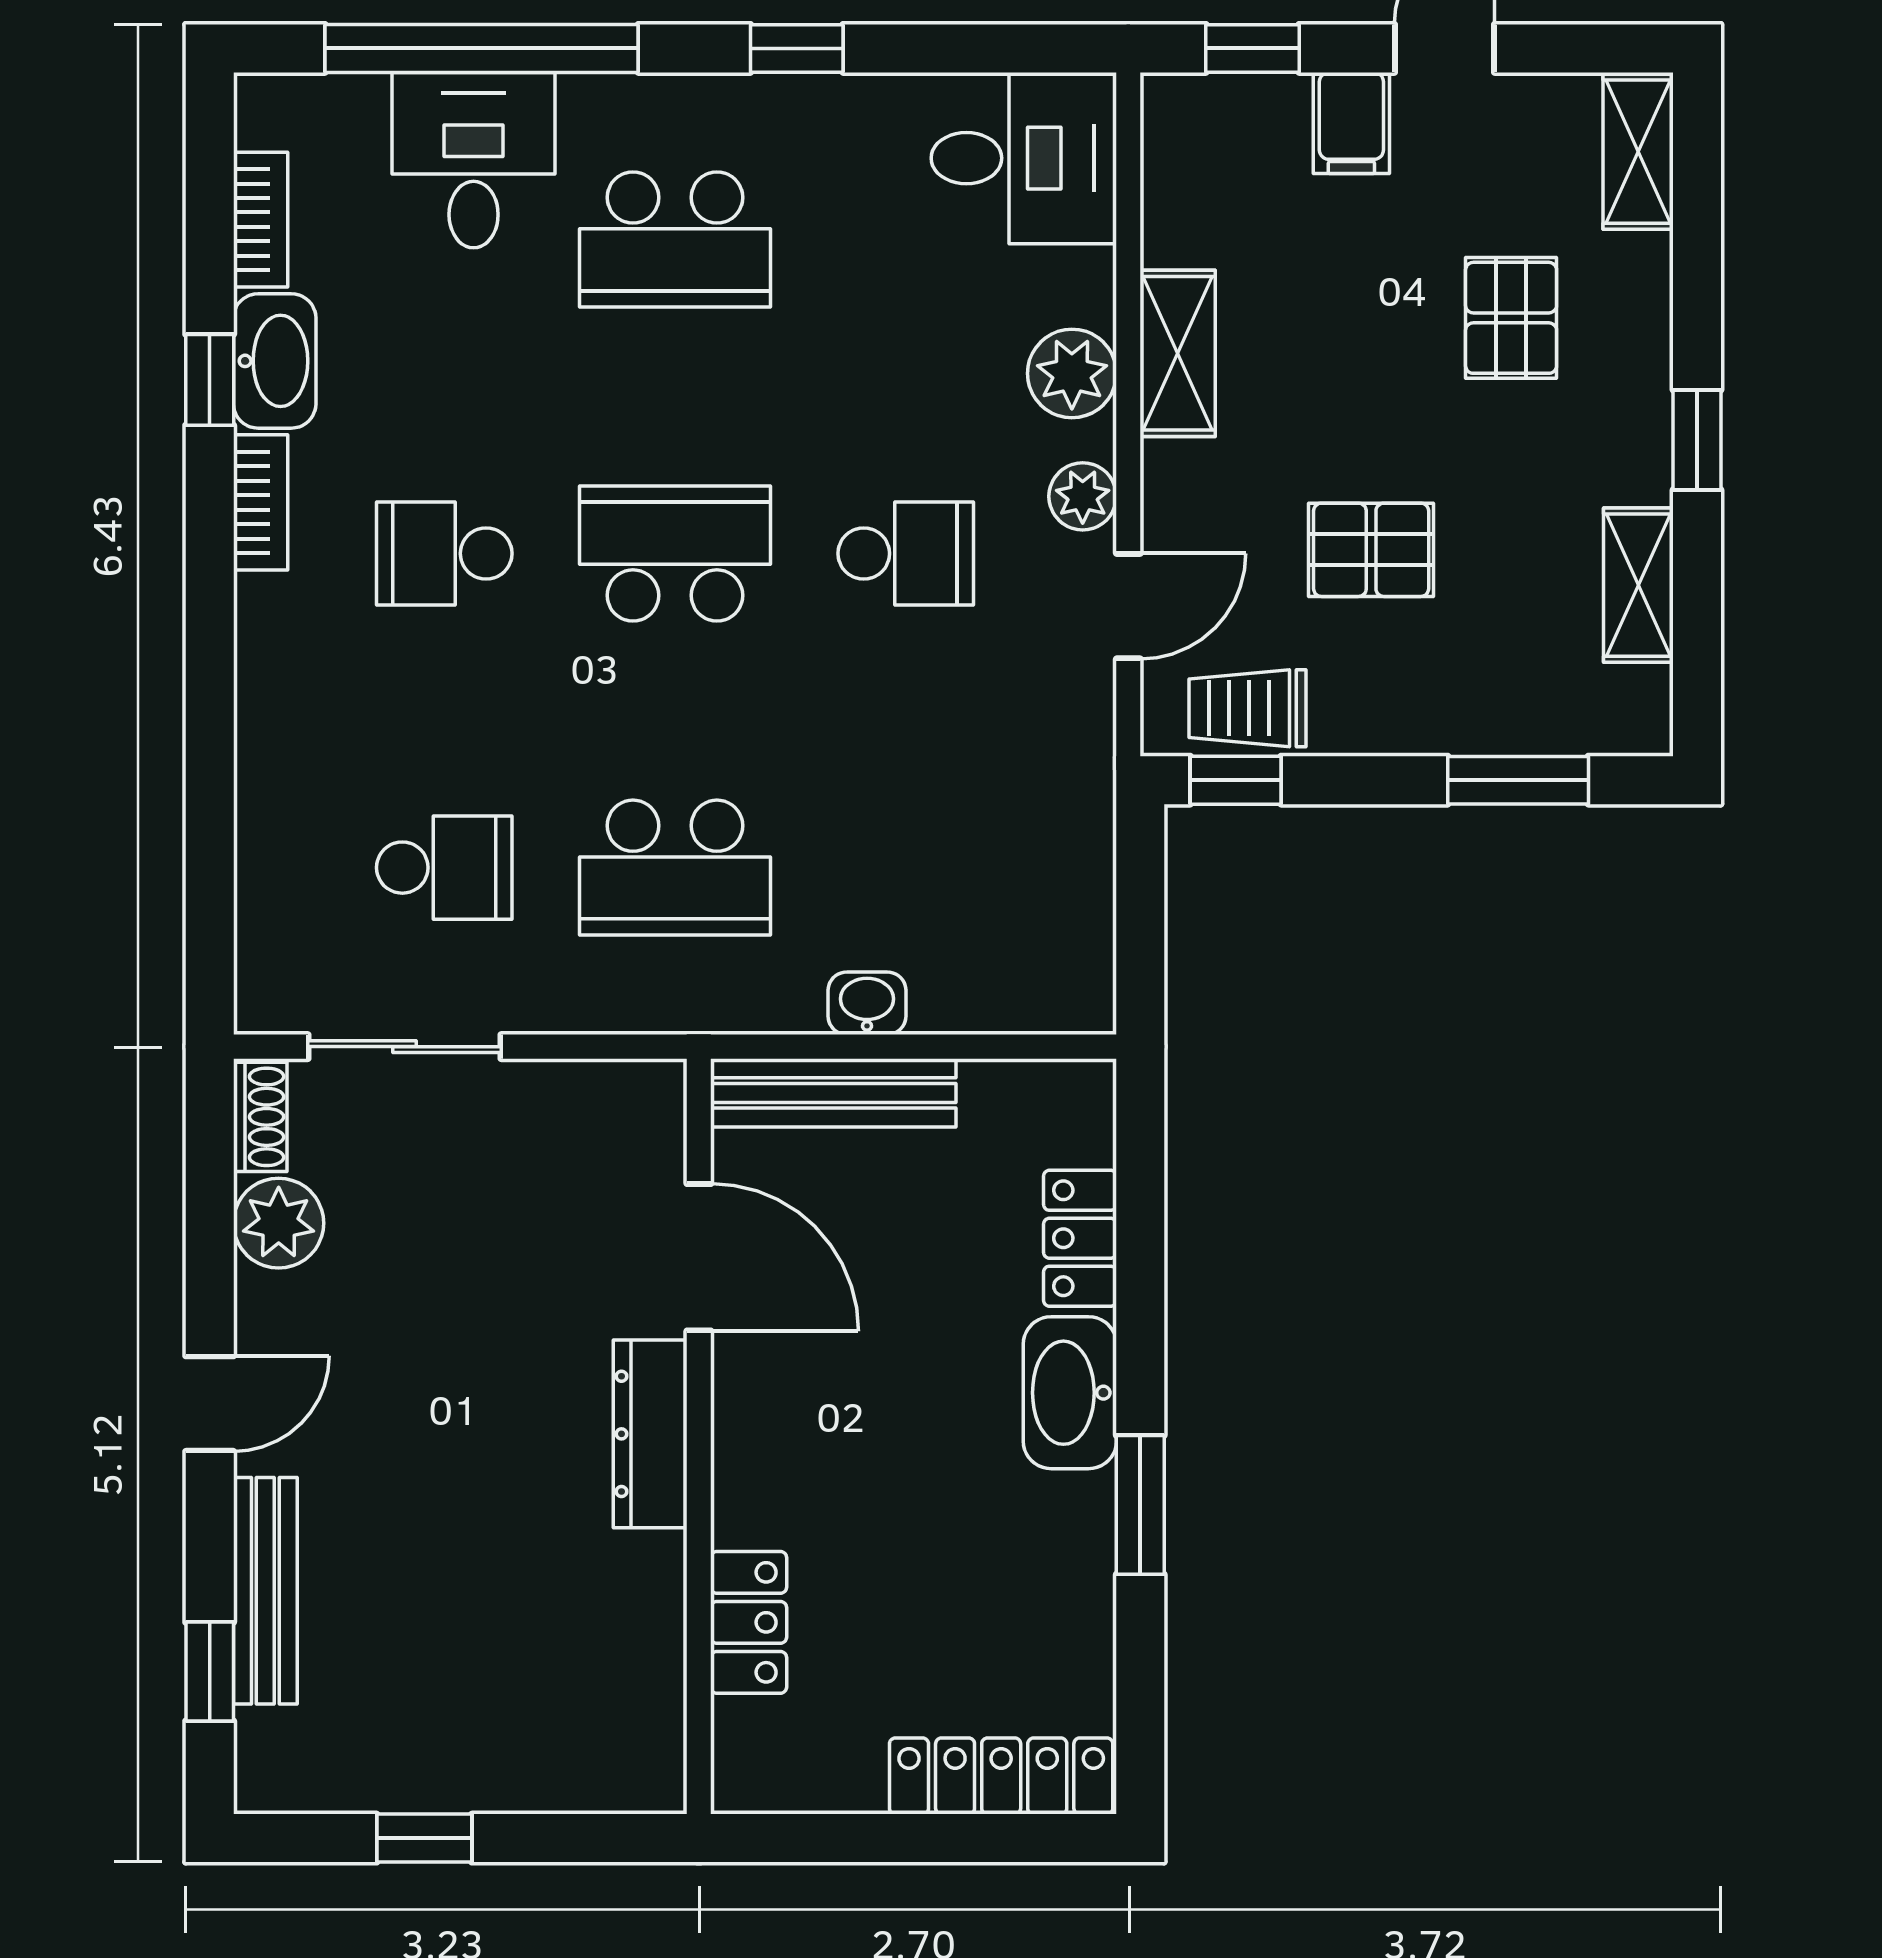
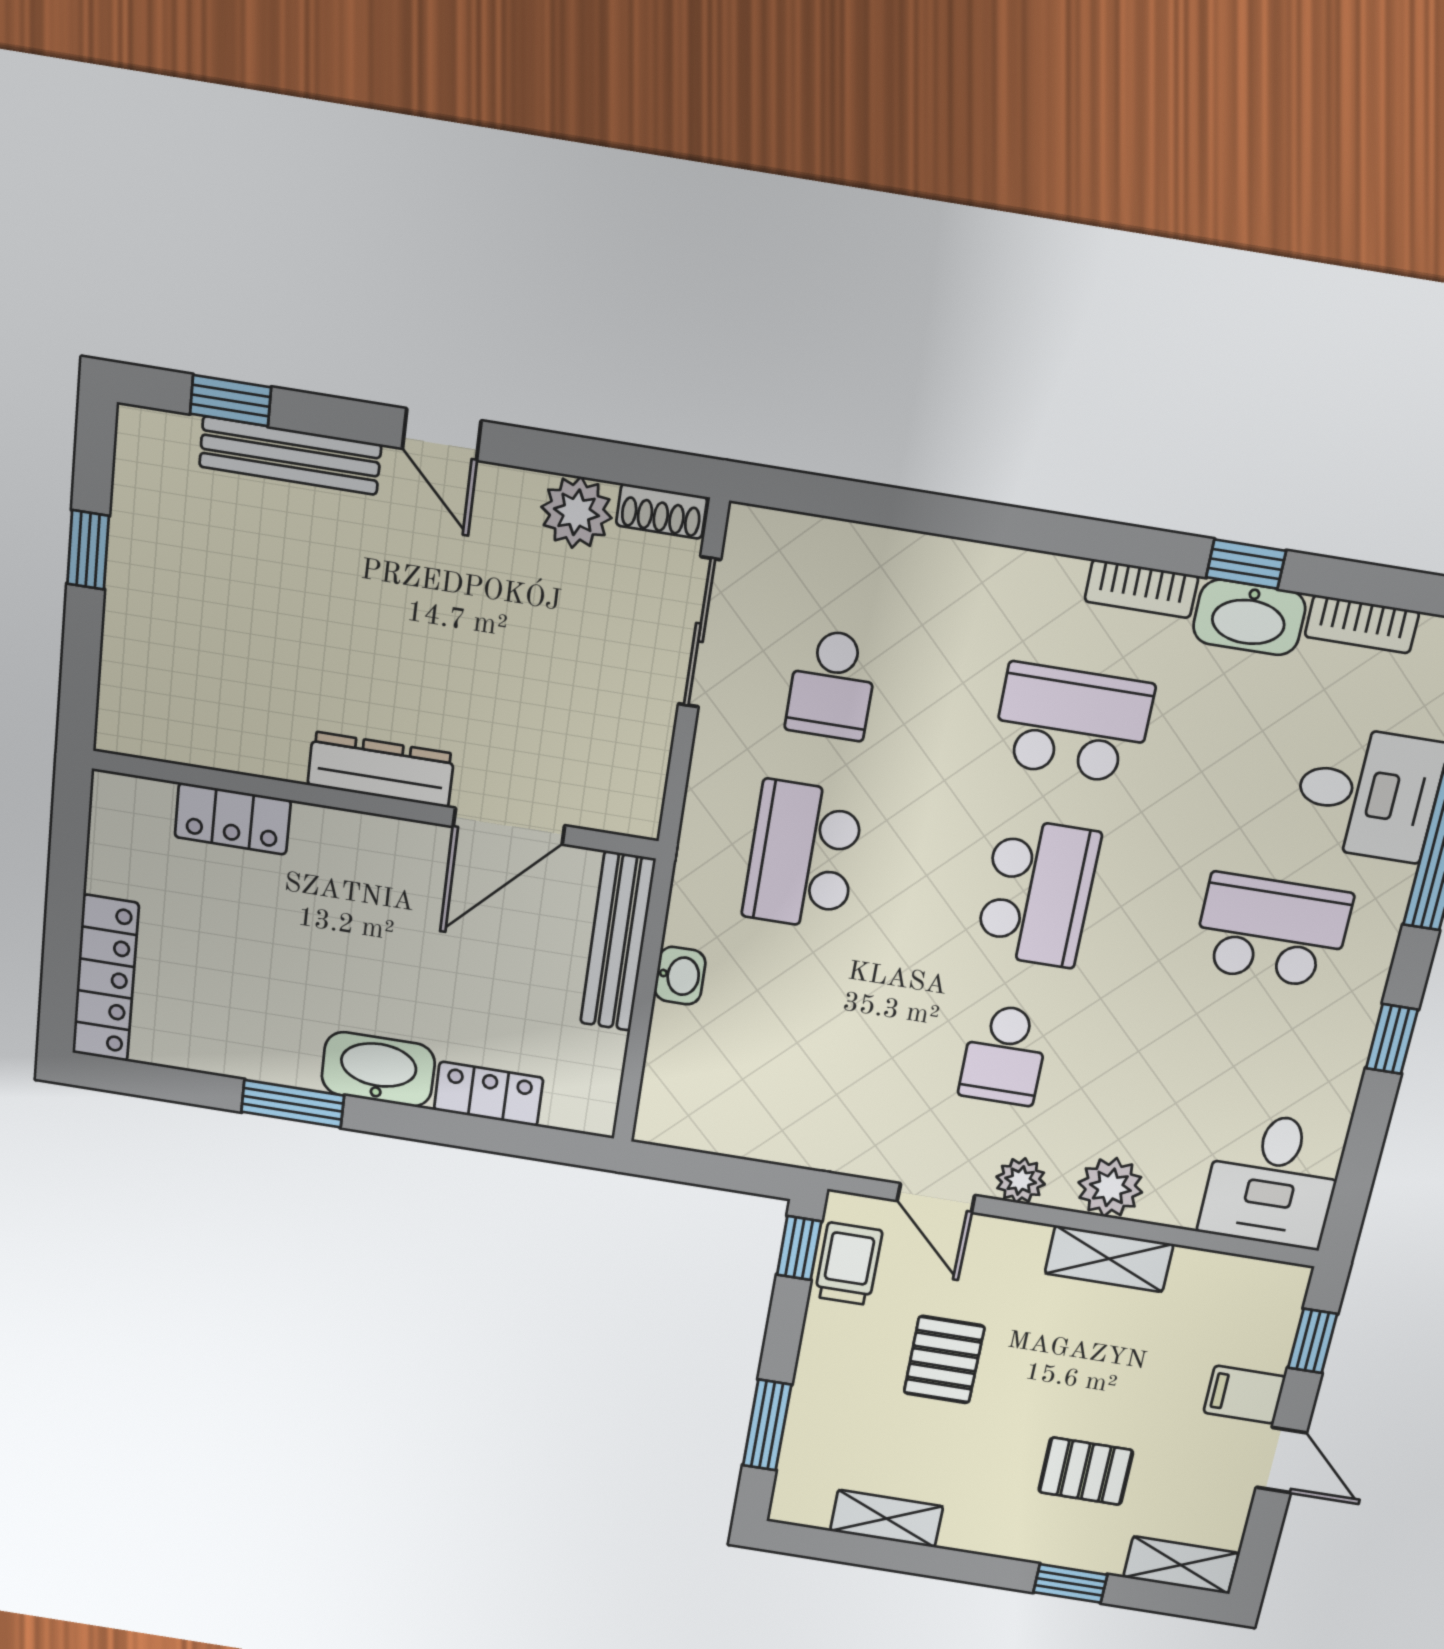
school desk: (675, 239) -> (1272, 931), turned 90
window: (1697, 440) -> (1070, 1583), moved
school desk: (444, 553) -> (1072, 723), width x1.85

